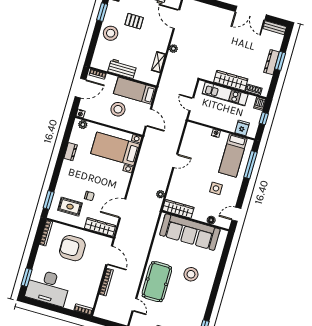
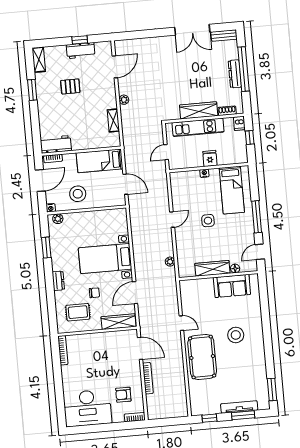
door: (176, 19) -> (115, 67), swing flipped
stool: (111, 33) -> (50, 109), removed
window: (280, 61) -> (243, 69), width x2.11
workbench: (122, 69) -> (56, 144), moved
door: (191, 104) -> (166, 152), hinge flipped
stool: (118, 109) -> (78, 194), moved
fridge: (242, 128) -> (210, 158), moved
bed with nightstands: (115, 149) -> (105, 259), moved
dresser: (71, 152) -> (58, 281), moved
window: (250, 165) -> (257, 217), moved
side table: (216, 188) -> (208, 221), moved
window: (49, 200) -> (46, 248), moved
wardrobe: (178, 209) -> (212, 268), moved
sofa: (190, 232) -> (232, 286), width x0.54, depth x0.79
armchair: (72, 248) -> (123, 395), moved, width x0.53, depth x0.53
window: (27, 277) -> (60, 406), removed
door: (134, 305) -> (181, 323), moved

